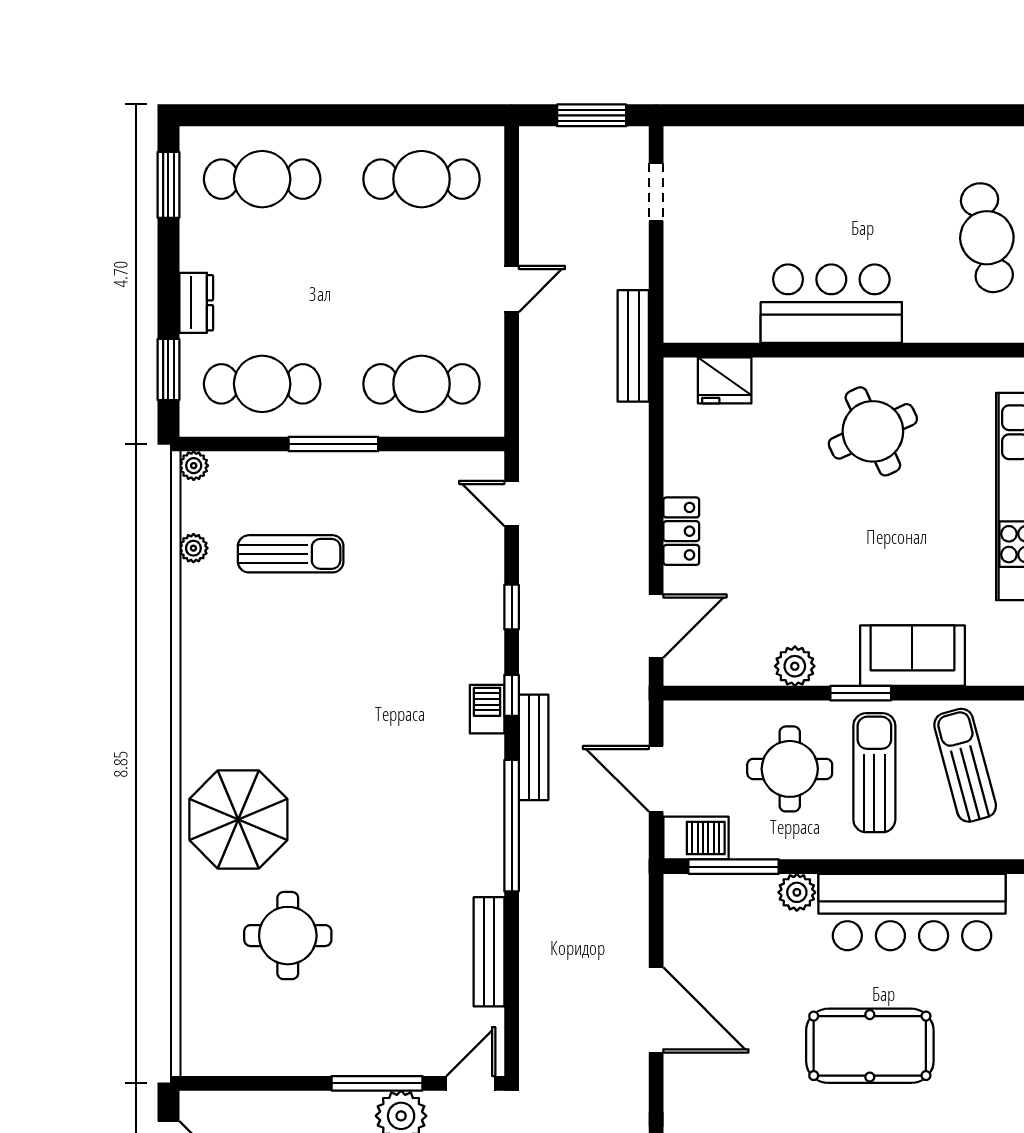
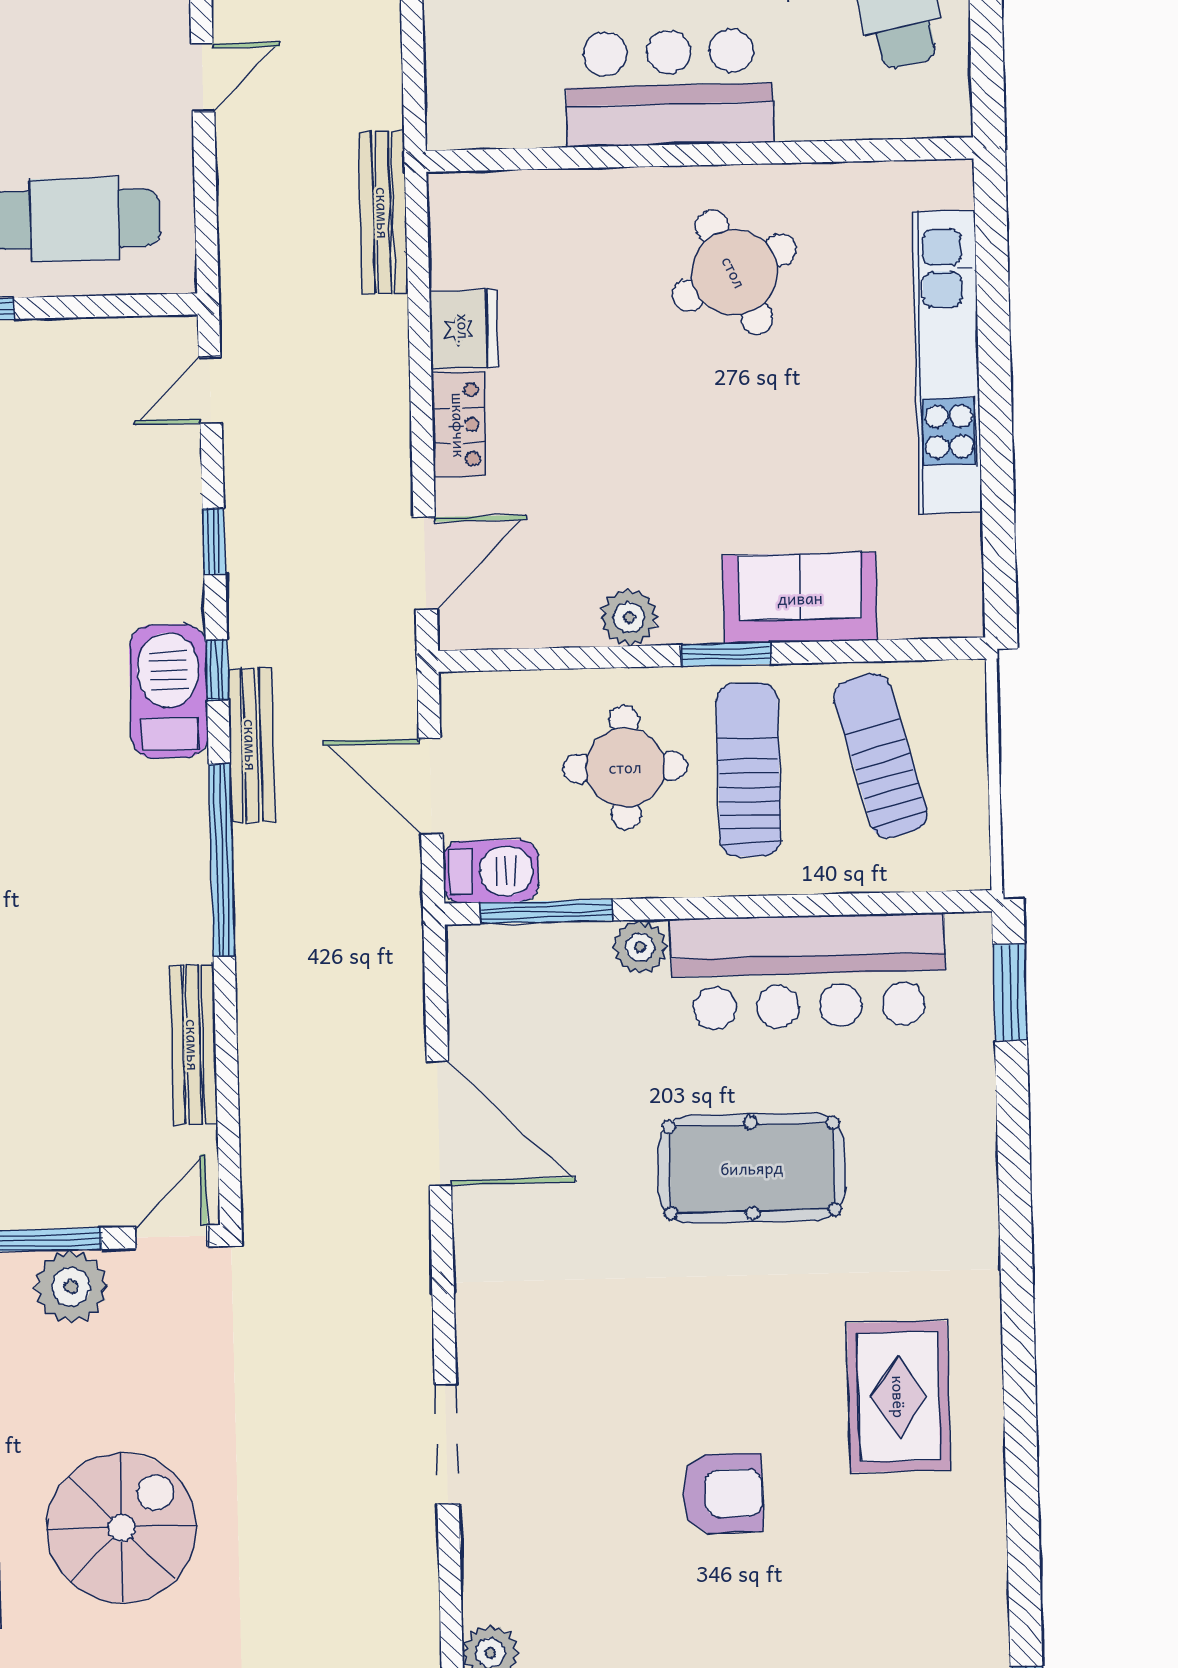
bench: (633, 346) -> (383, 213), moved
fridge: (725, 380) -> (464, 329), moved, turned -90
door: (512, 503) -> (210, 390), hinge flipped
barbecue: (487, 709) -> (169, 691), width x1.88, depth x1.53

